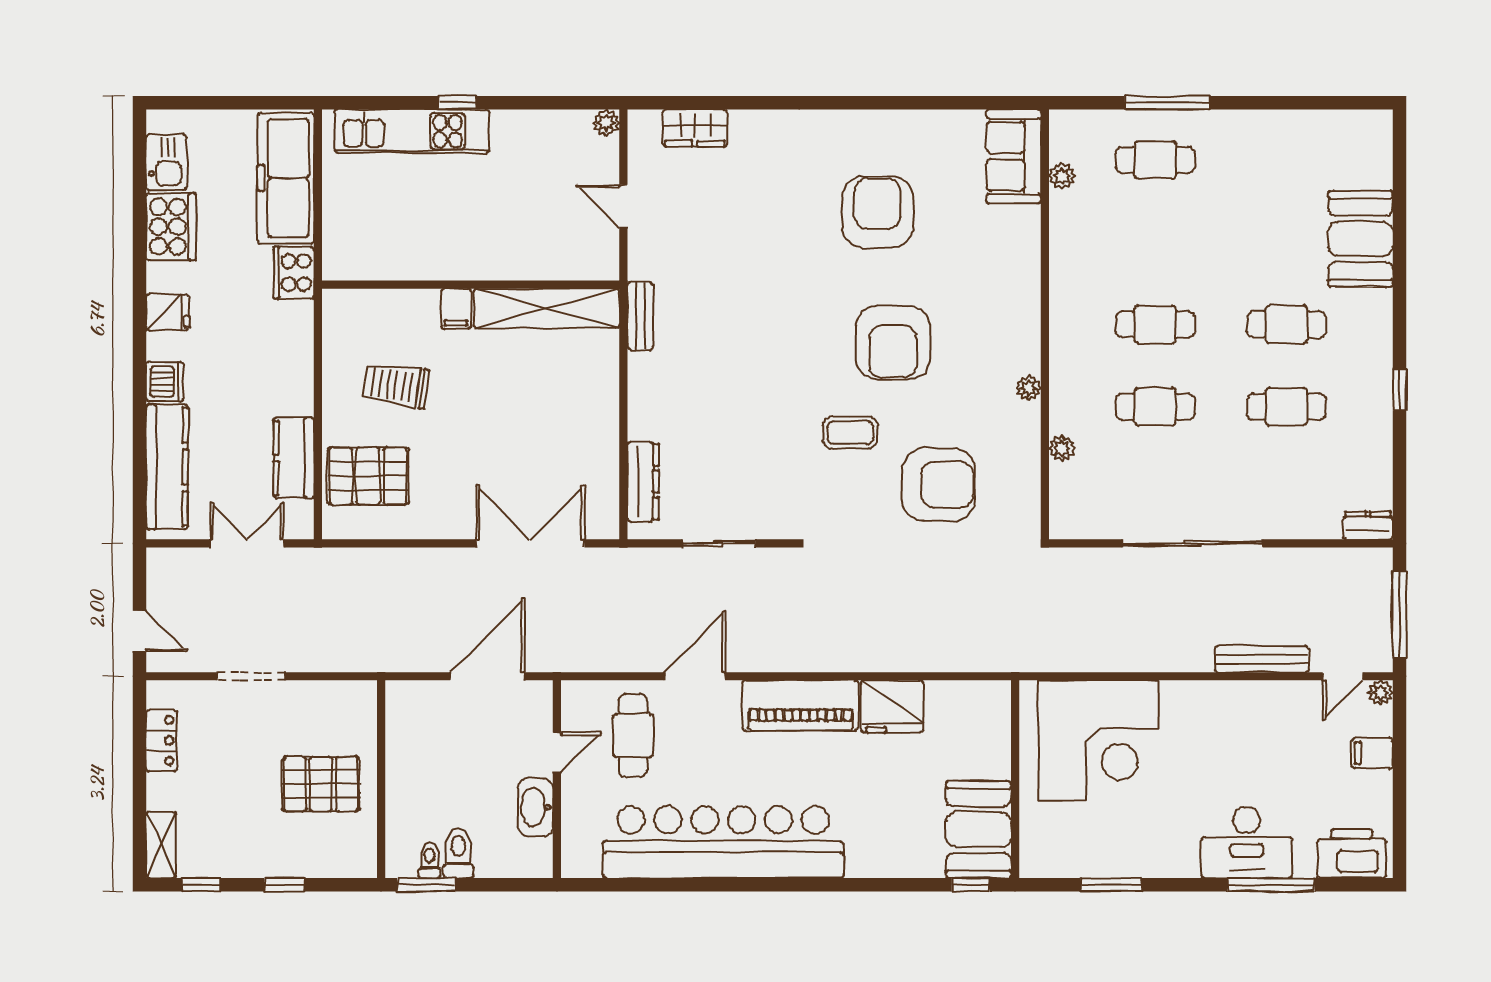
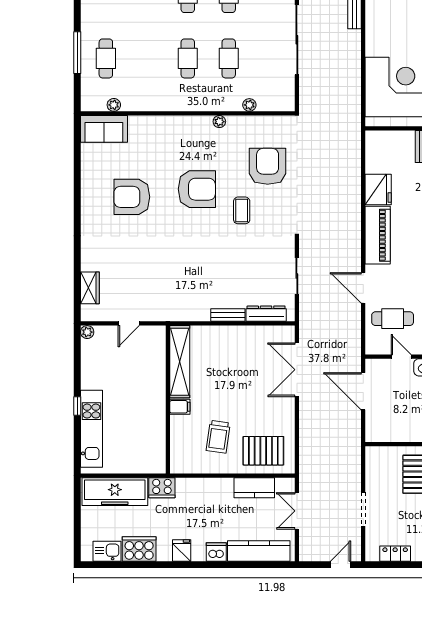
bench: (640, 316) -> (228, 315), moved
pallet: (368, 476) -> (263, 451), turned 90

